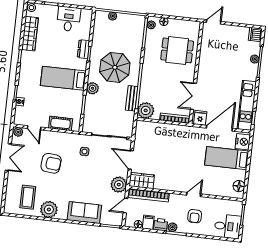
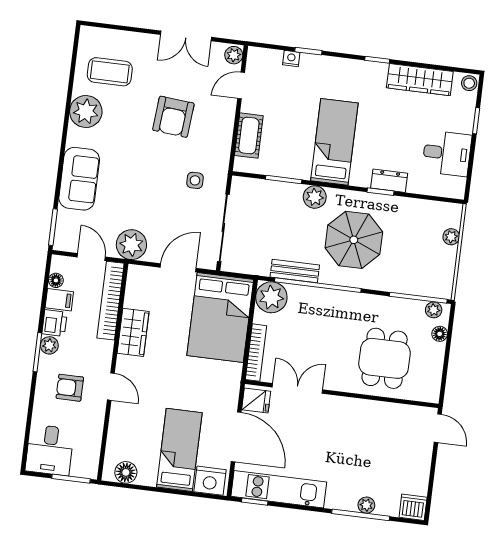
bed: (157, 137) -> (220, 317), added
wardrobe: (142, 181) -> (133, 332), moved

